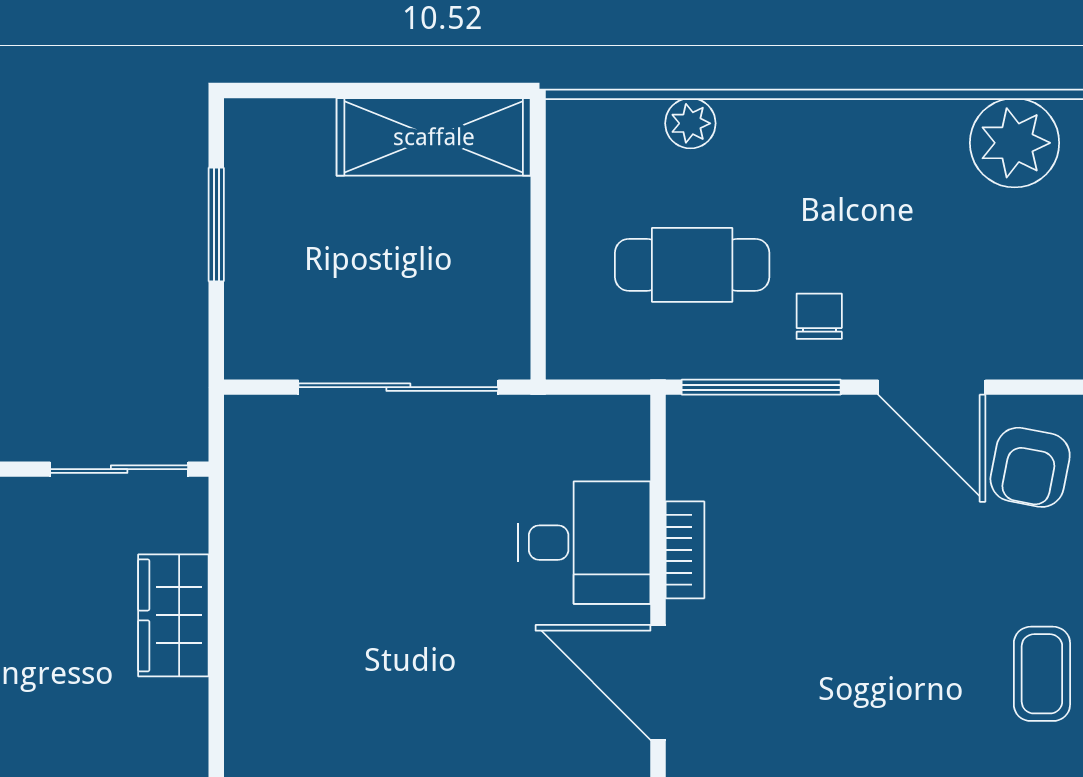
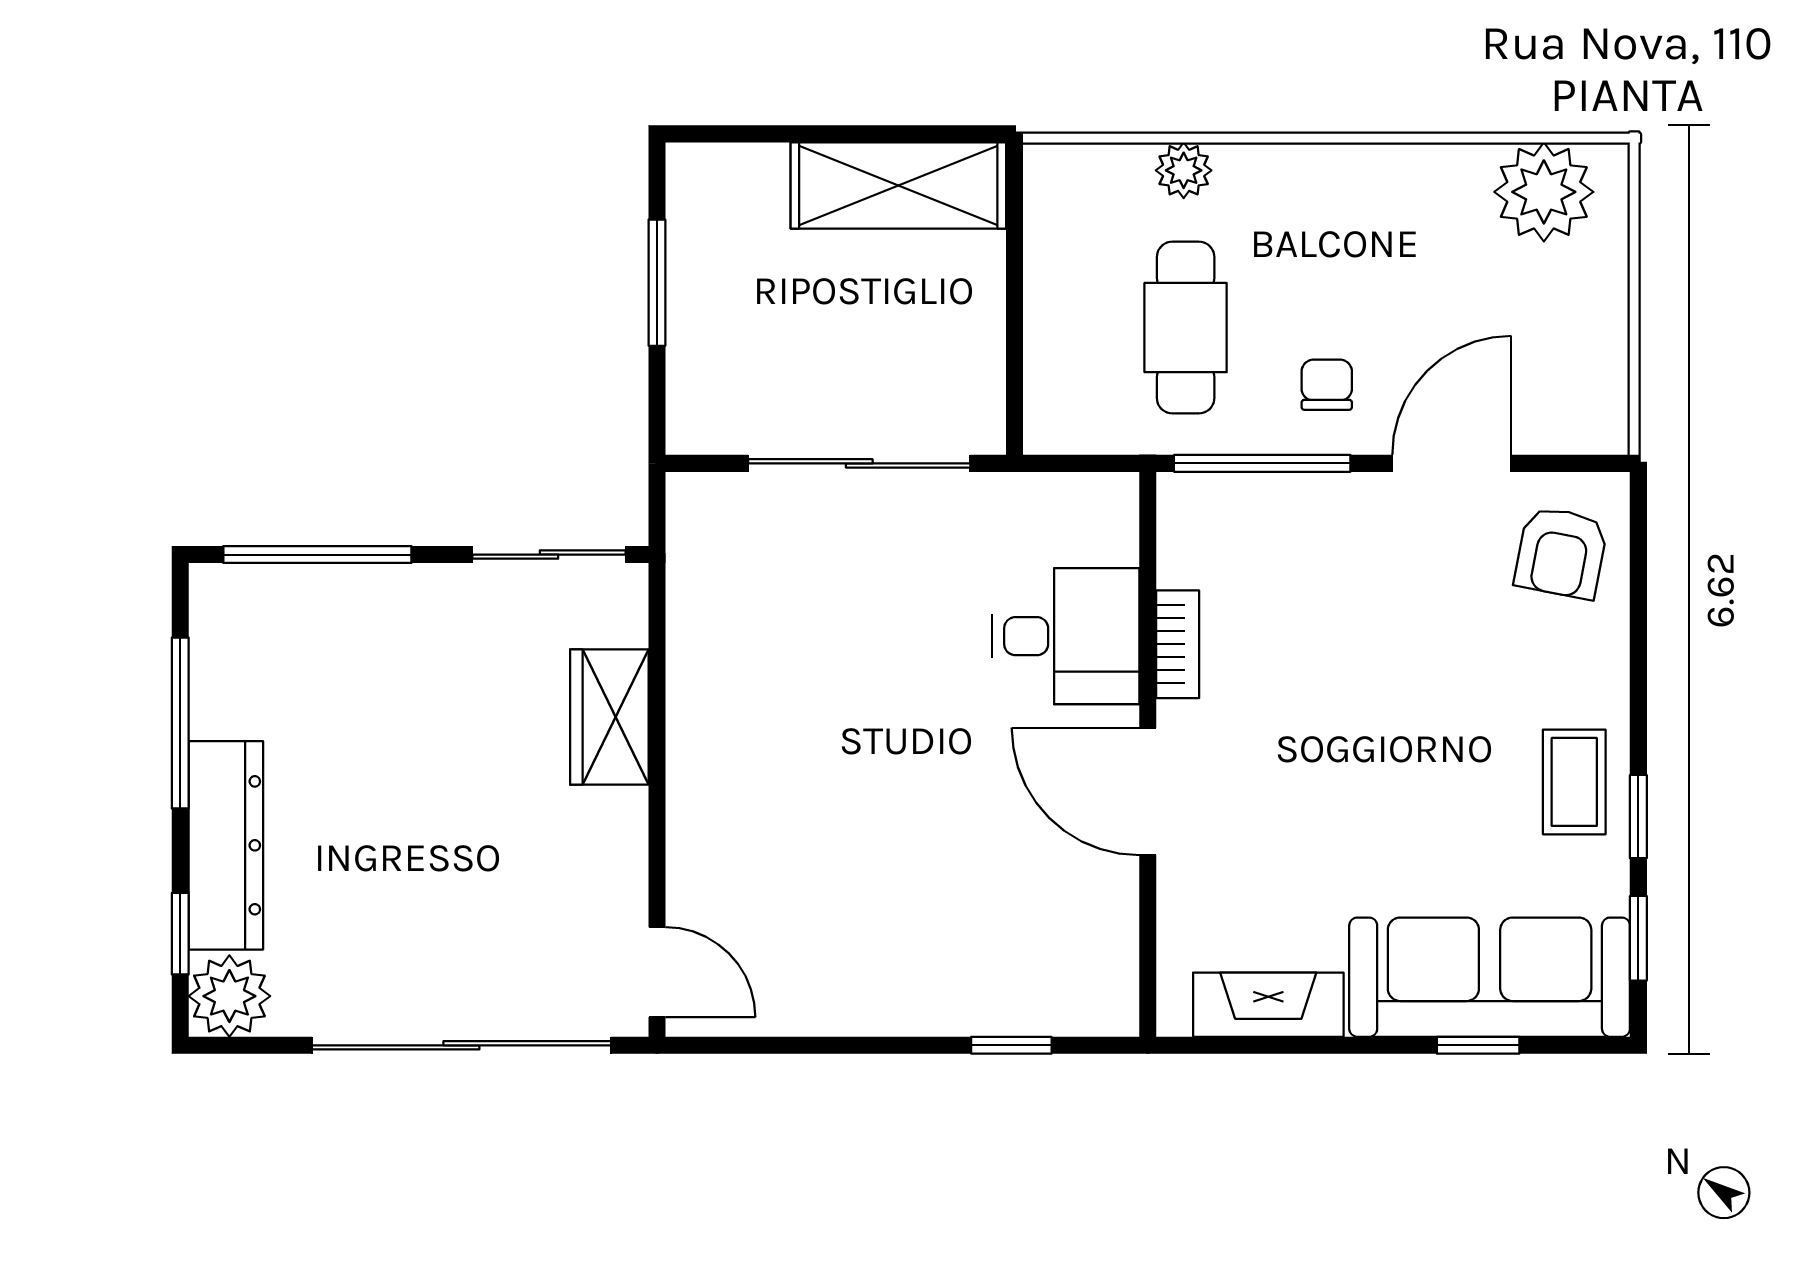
cafe table: (692, 265) -> (1186, 328), turned 90
door: (932, 387) -> (1452, 463), swing flipped

